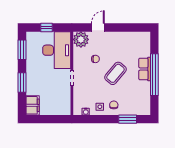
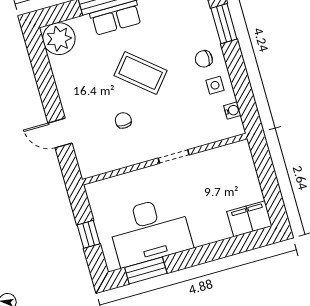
plant: (81, 39) -> (59, 39), moved
desk: (57, 50) -> (150, 231), moved, turned 180
window: (22, 83) -> (211, 252), removed

